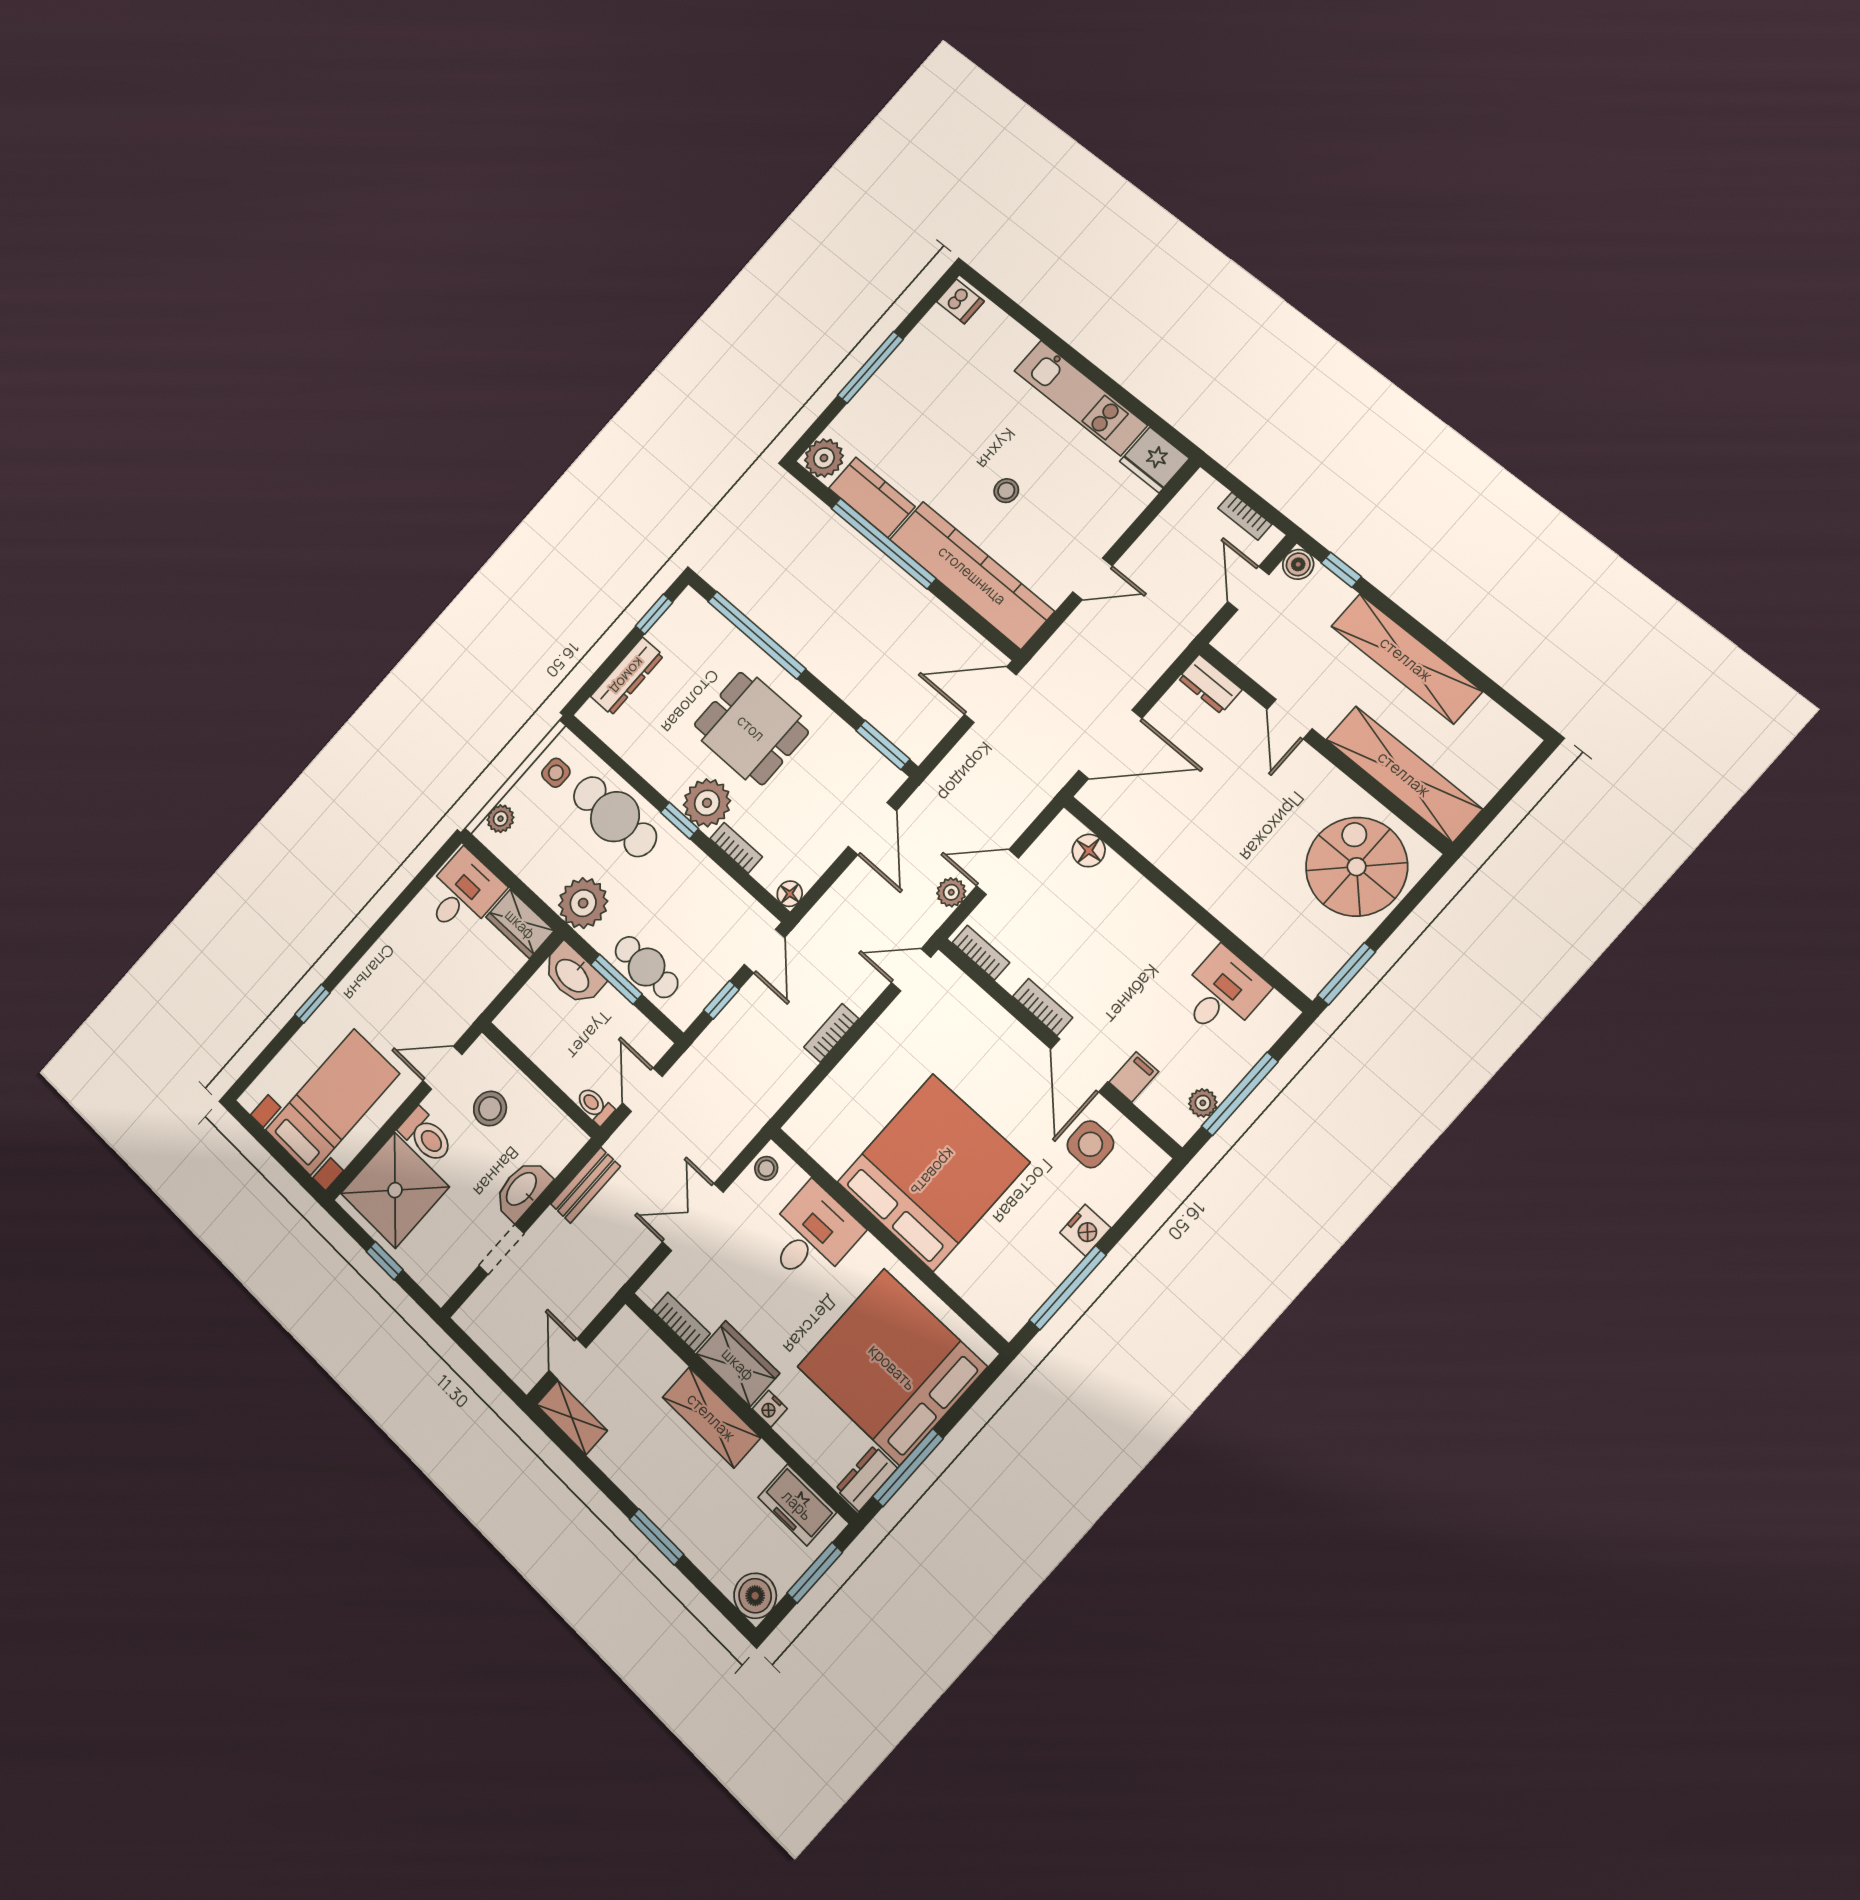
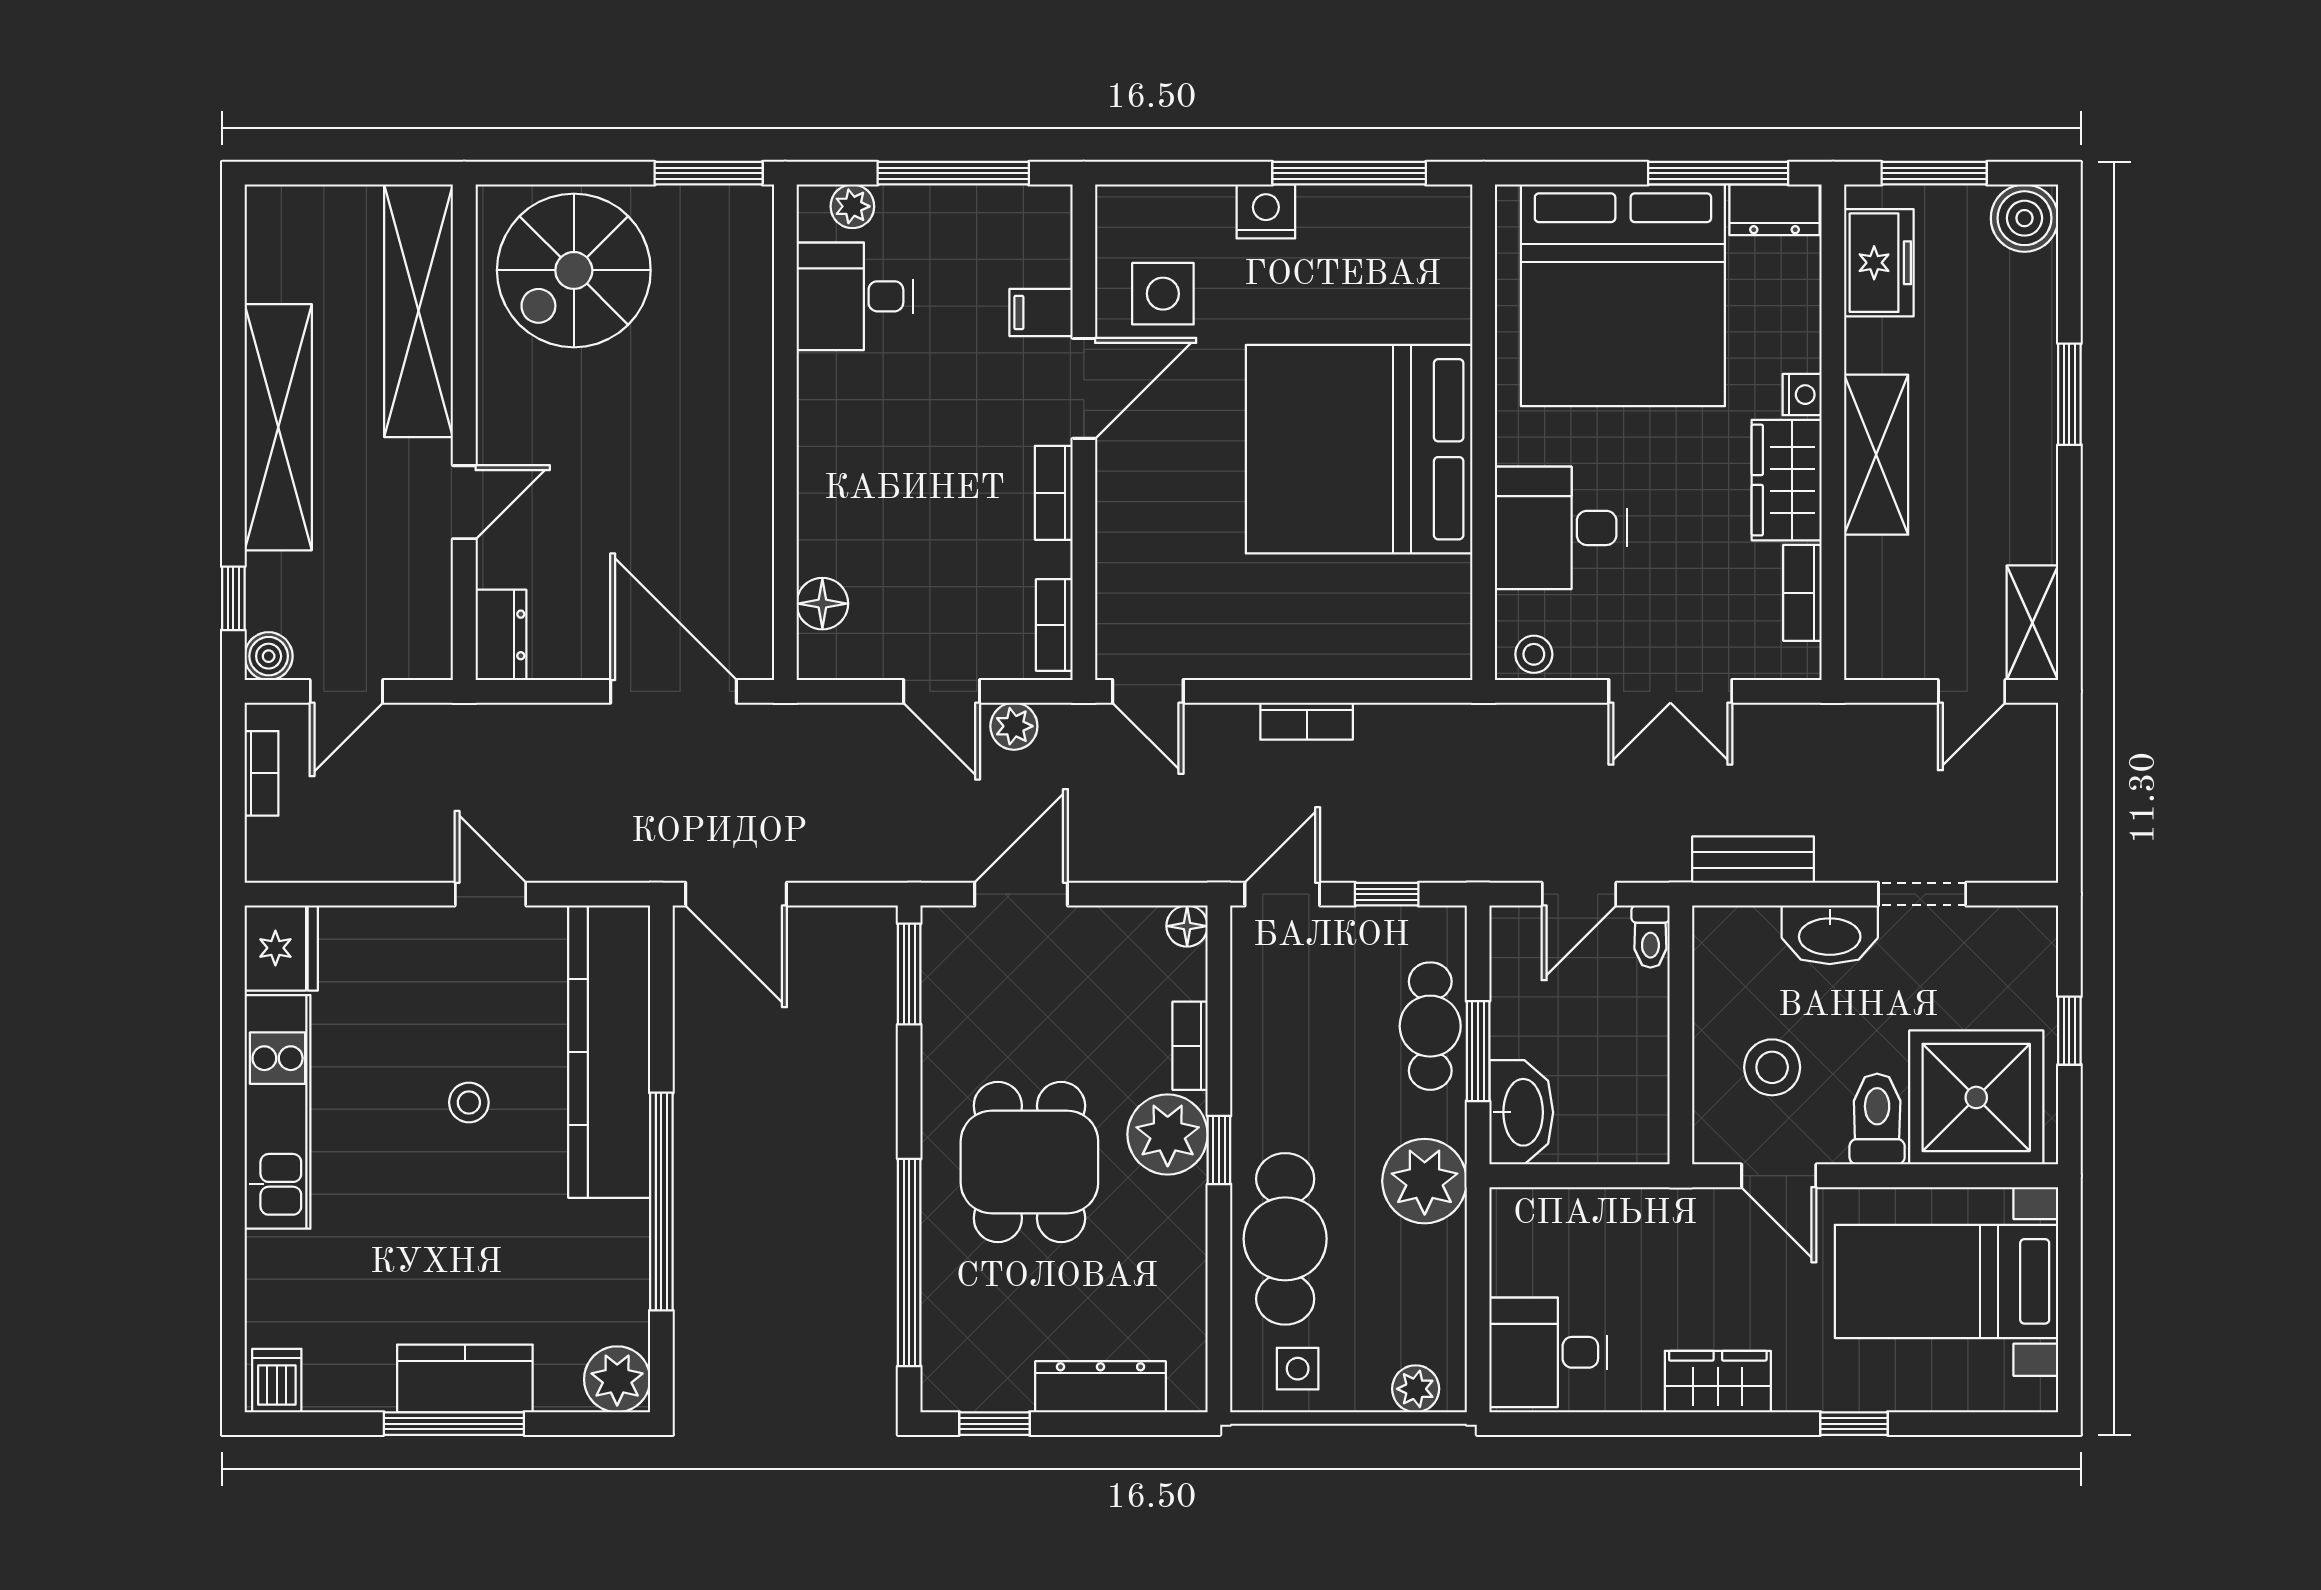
kitchen counter: (872, 497) -> (465, 1378), moved, turned 90
wardrobe: (520, 924) -> (1718, 1382), moved, turned -90
plant: (1203, 1103) -> (852, 206), moved

